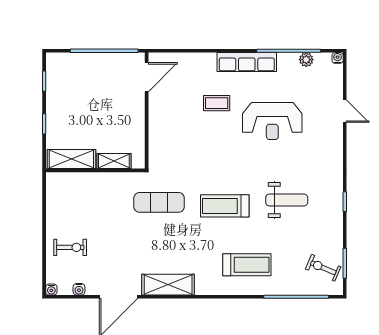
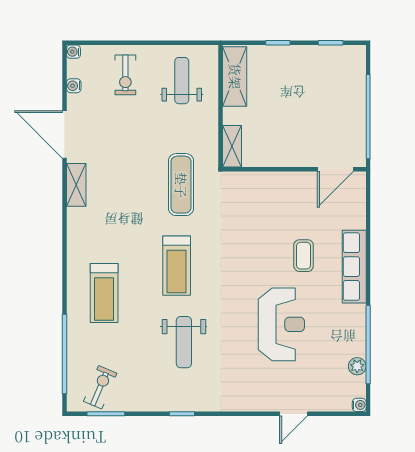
row of seats: (247, 62) -> (354, 267), moved
door: (147, 77) -> (335, 169), hinge flipped
reception desk: (272, 121) -> (281, 324), turned 180
shelving: (114, 161) -> (232, 146), moved
weight bench: (75, 202) -> (182, 81), added
treadmill: (225, 206) -> (177, 266), turned 180
shelving: (168, 285) -> (76, 185), width x0.67, depth x0.75

